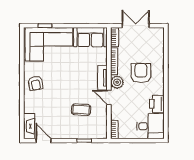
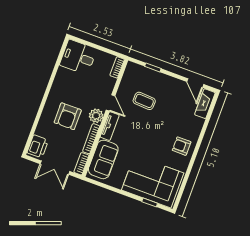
sofa: (90, 37) -> (103, 159), moved, turned 90
armchair: (36, 83) -> (182, 146), turned -80
printer: (157, 104) -> (38, 146), moved

